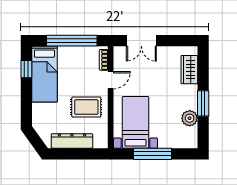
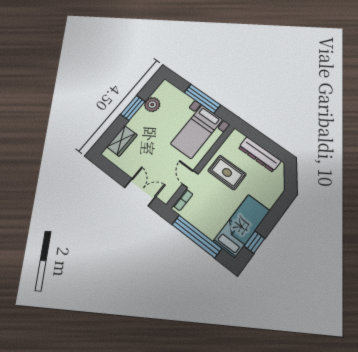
door: (111, 80) -> (190, 179), hinge flipped

